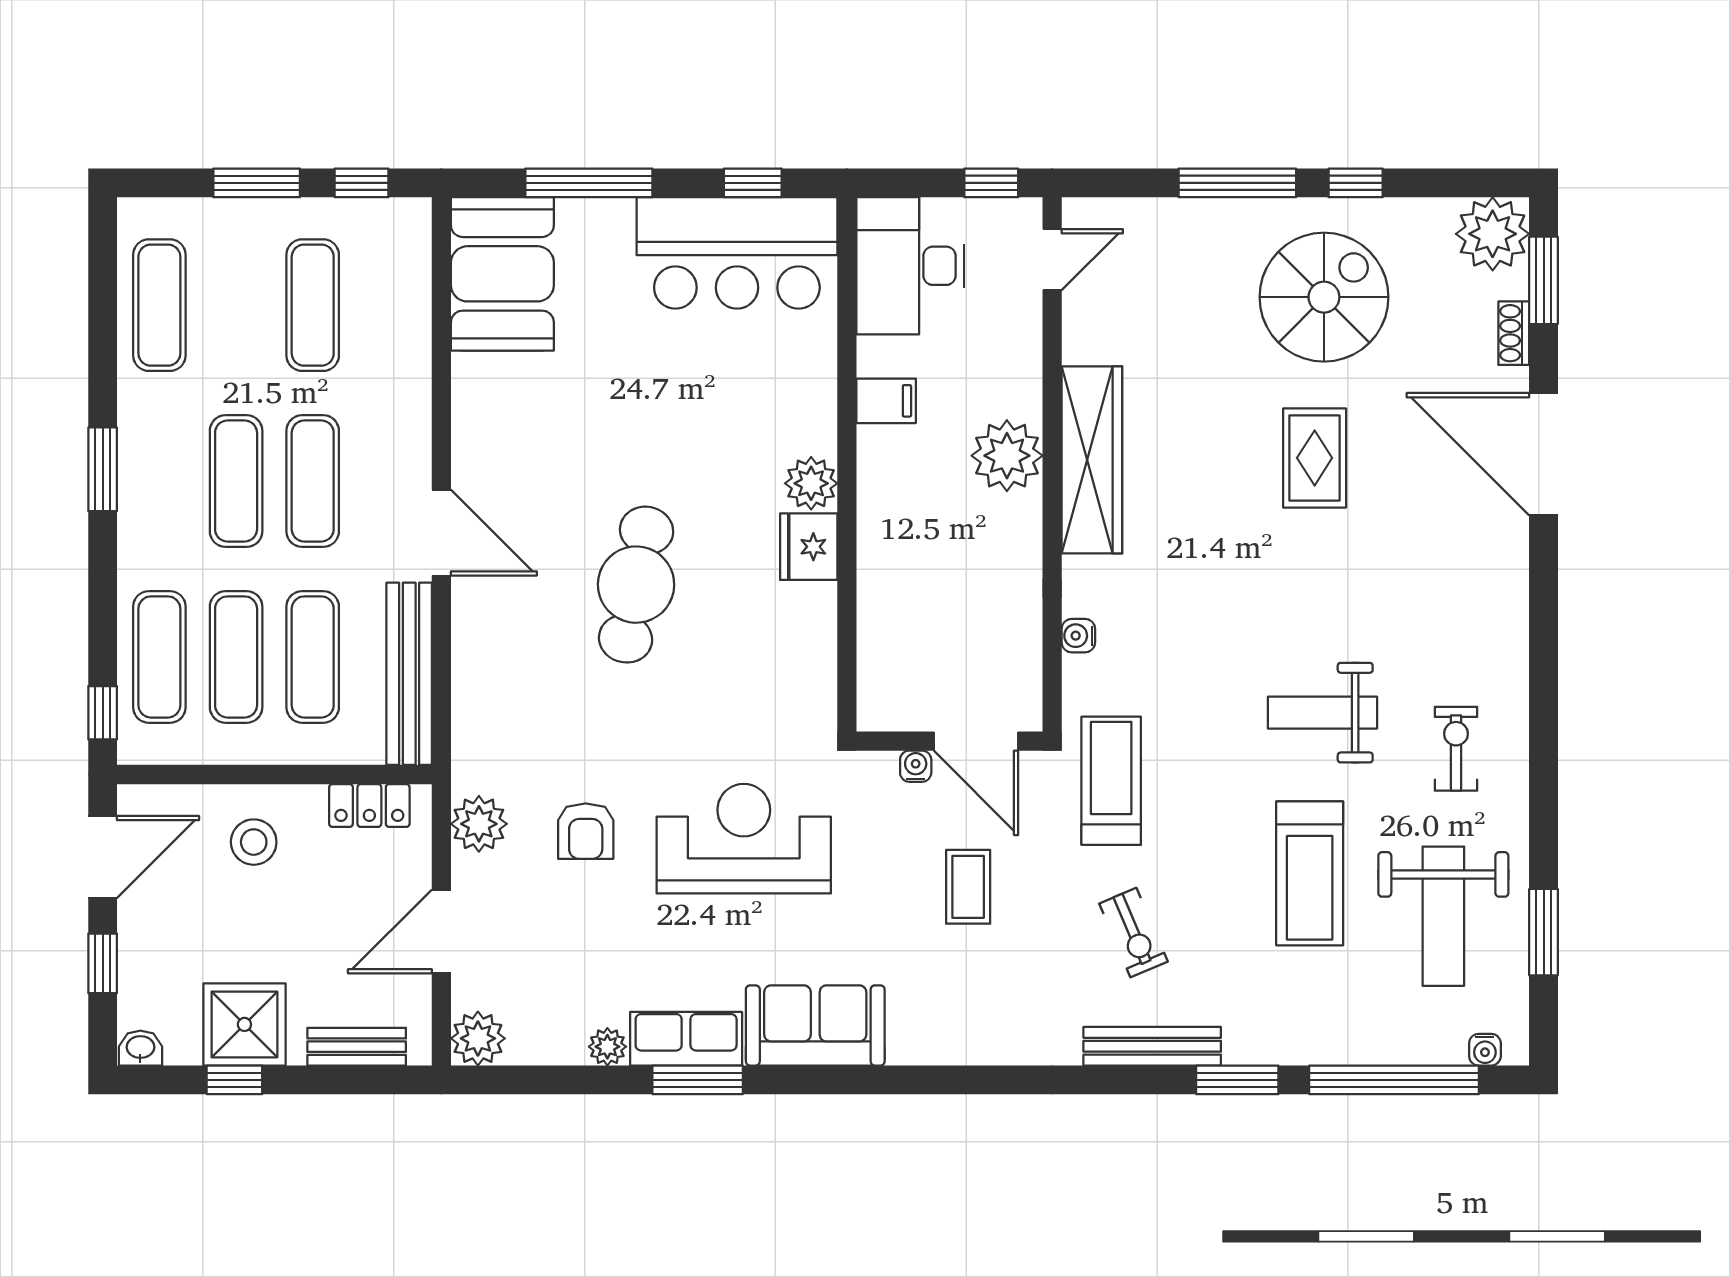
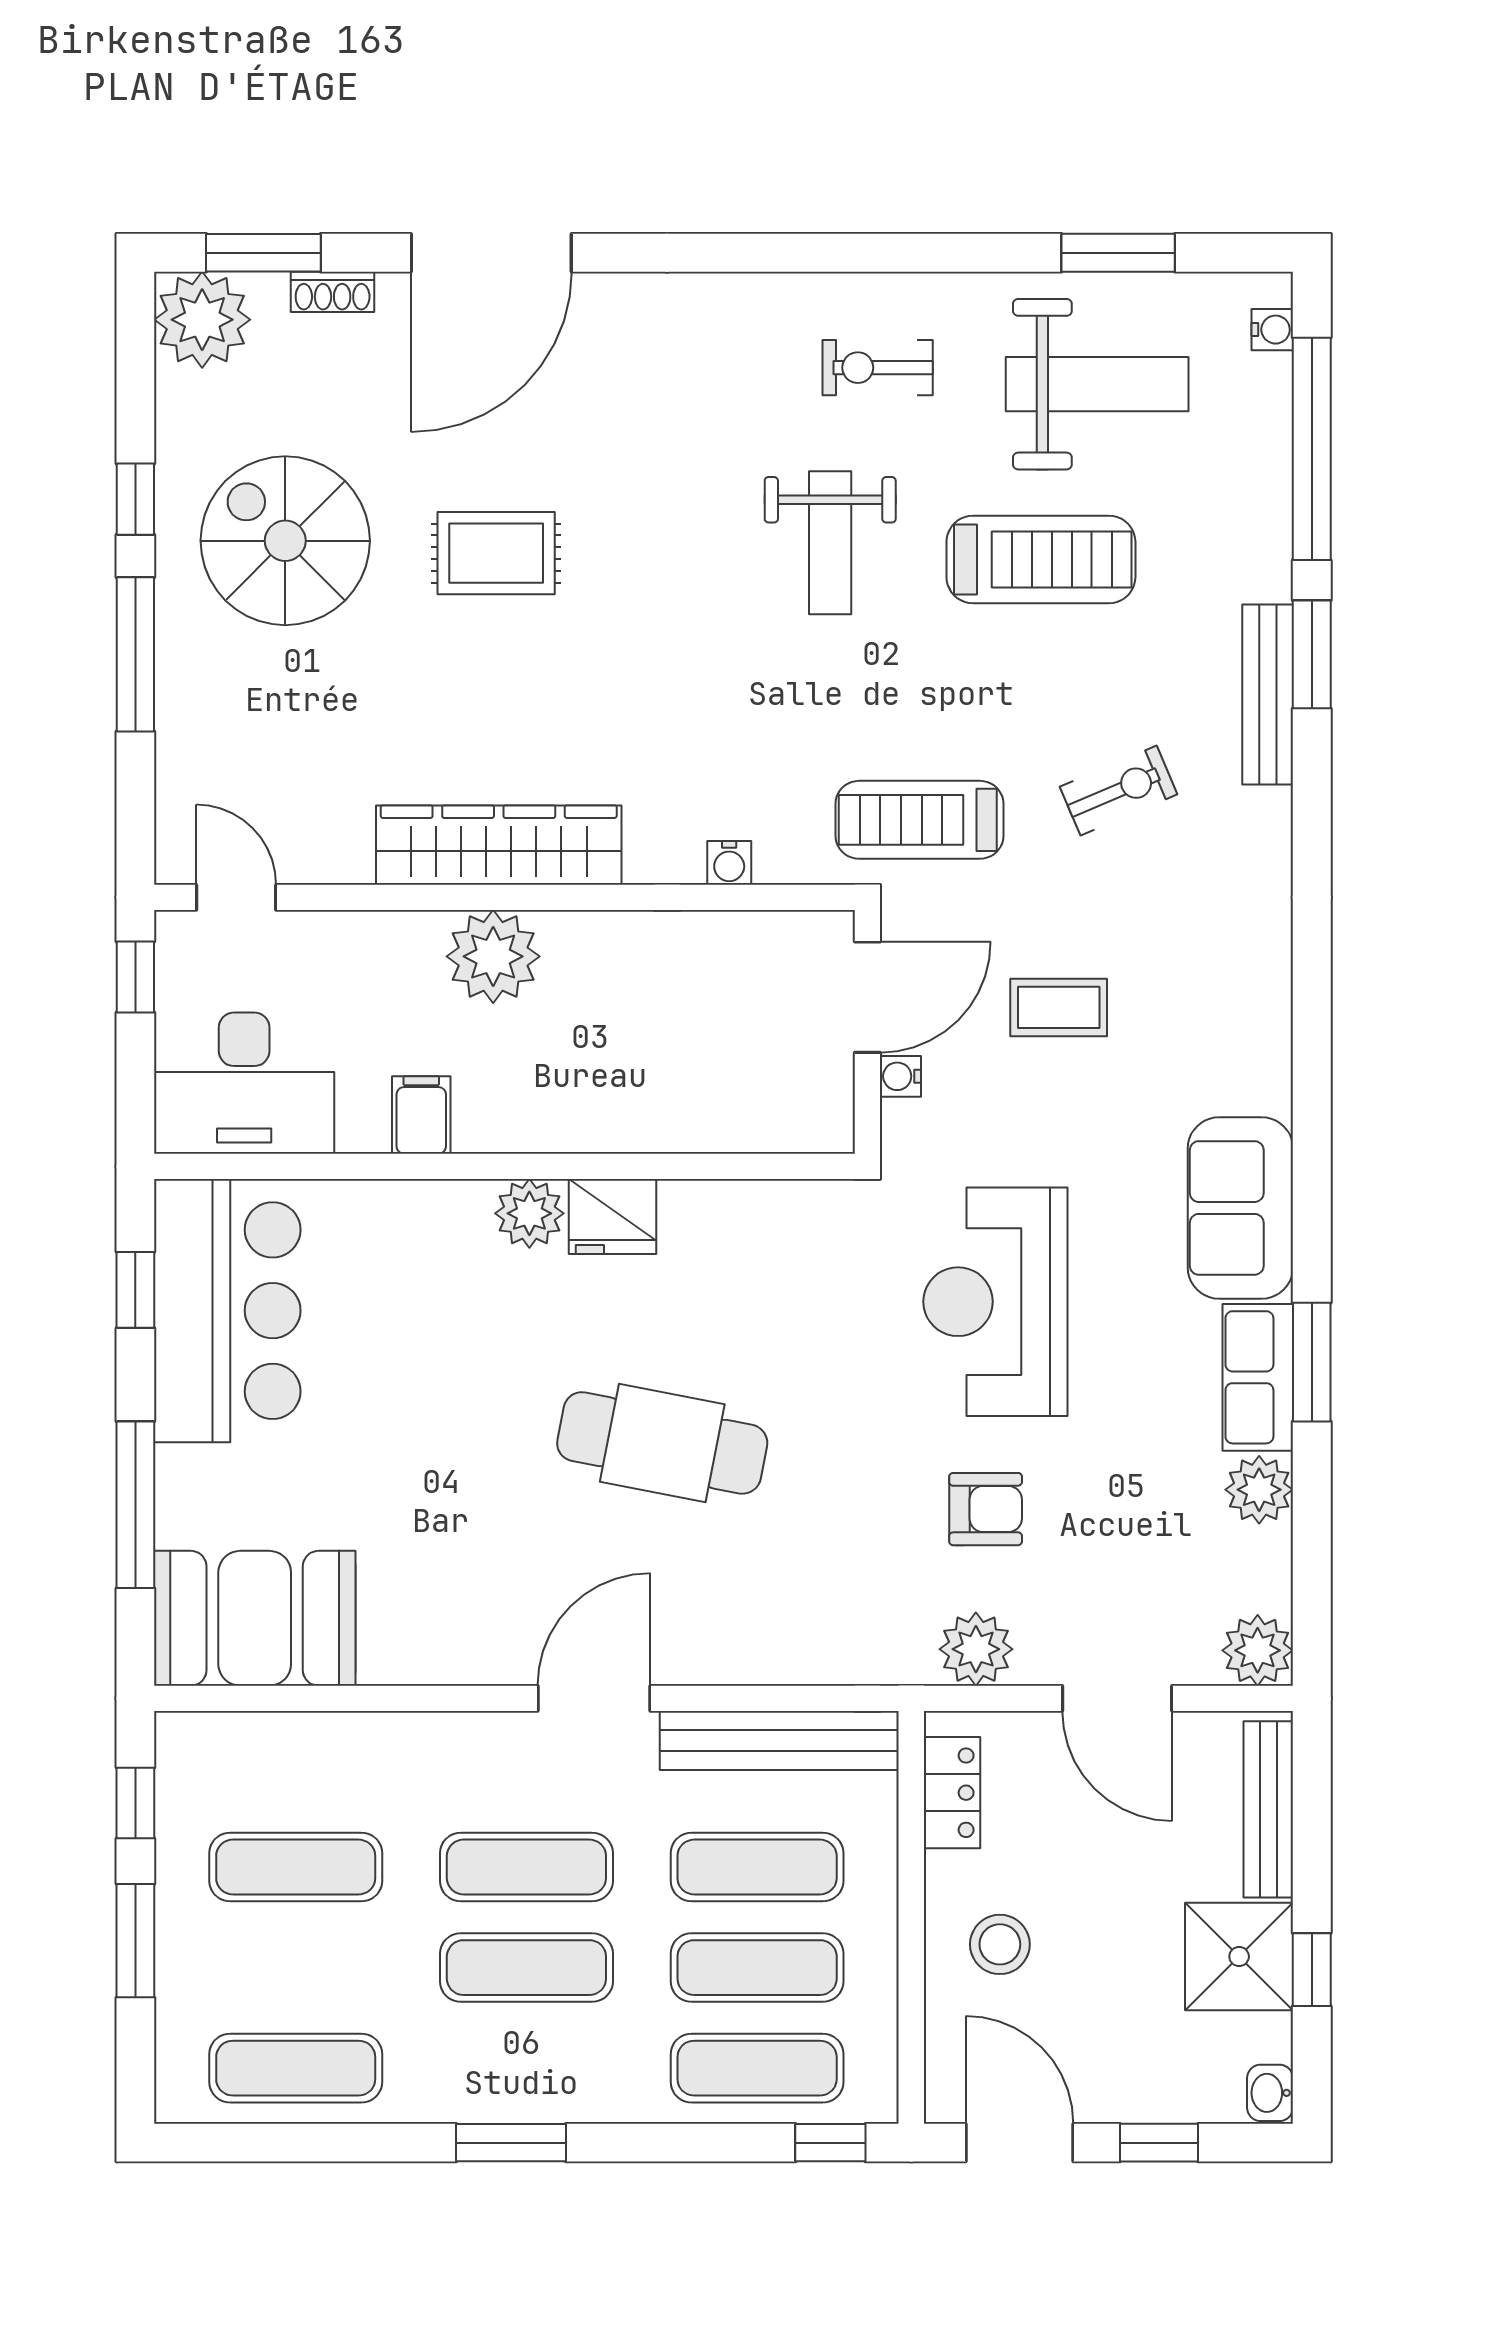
bench: (1152, 1046) -> (1268, 694), moved
bench: (357, 1047) -> (1268, 1809), width x1.36
plant: (607, 1047) -> (1259, 1490), width x1.38, depth x1.38

